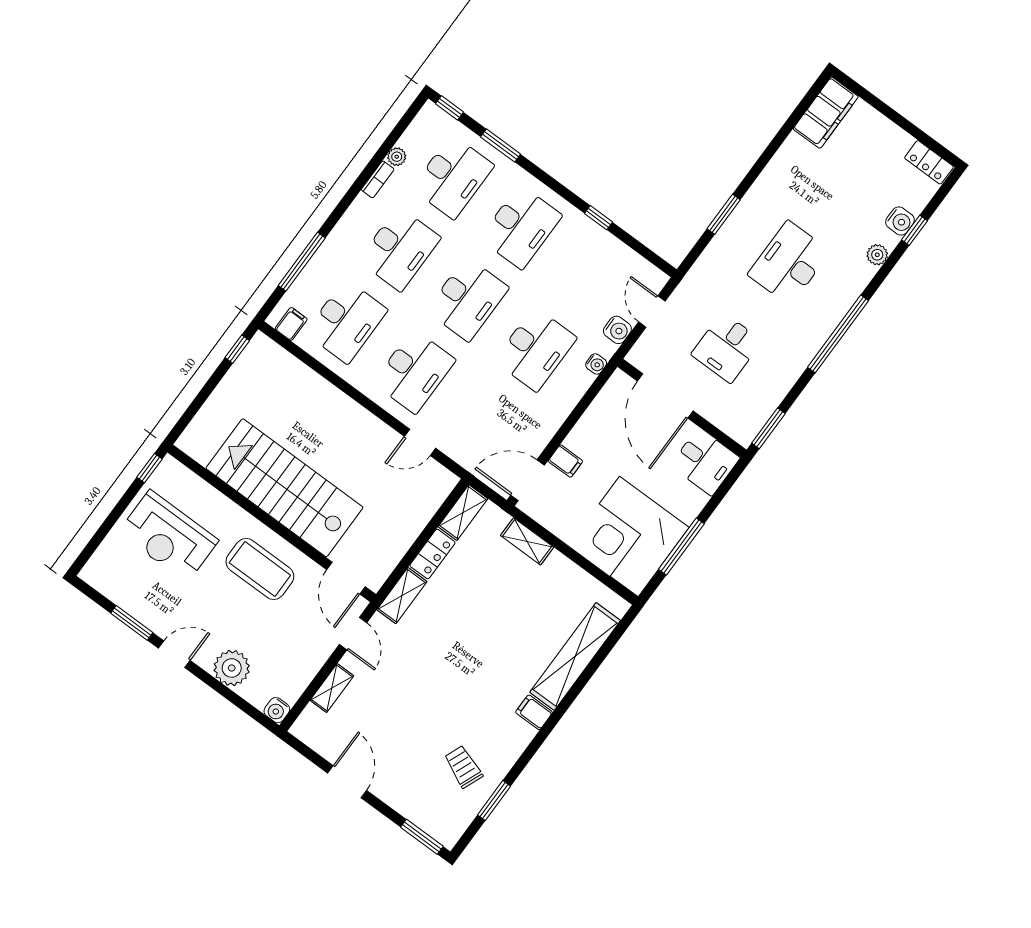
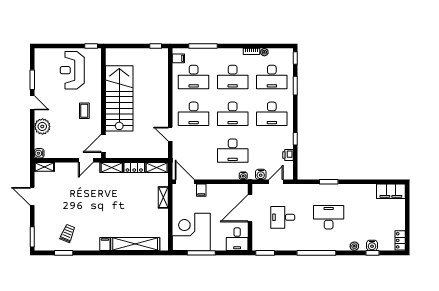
printer: (619, 253) -> (288, 155), added
coffee table: (260, 569) -> (84, 111), width x0.54, depth x0.58
shelving: (332, 688) -> (44, 167), moved
door: (347, 782) -> (32, 196), swing flipped

